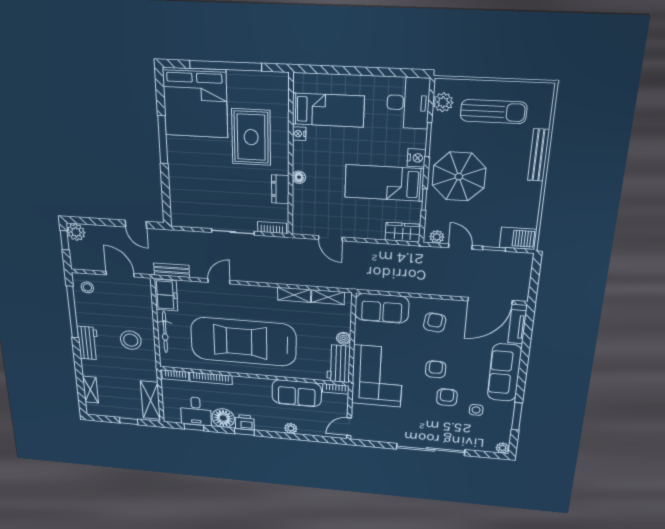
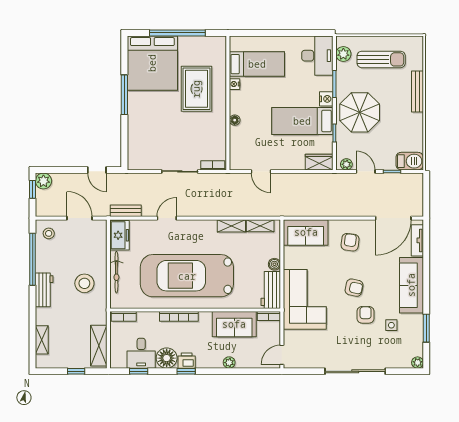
dresser: (280, 189) -> (220, 131), removed
armchair: (436, 369) -> (354, 288), turned 102
bookcase: (211, 378) -> (179, 316), moved

